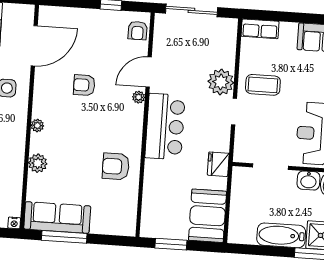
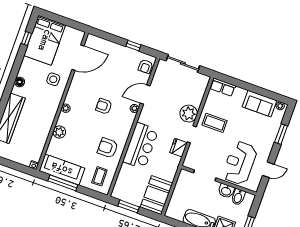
armchair: (84, 85) -> (104, 106), moved
bar counter: (165, 127) -> (141, 146), moved
fridge: (218, 164) -> (179, 148), moved
coffee table: (115, 212) -> (99, 176), added

